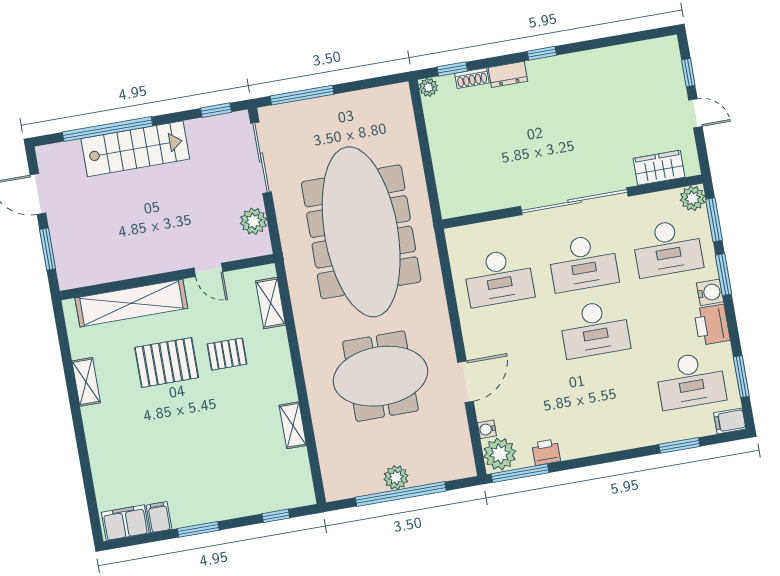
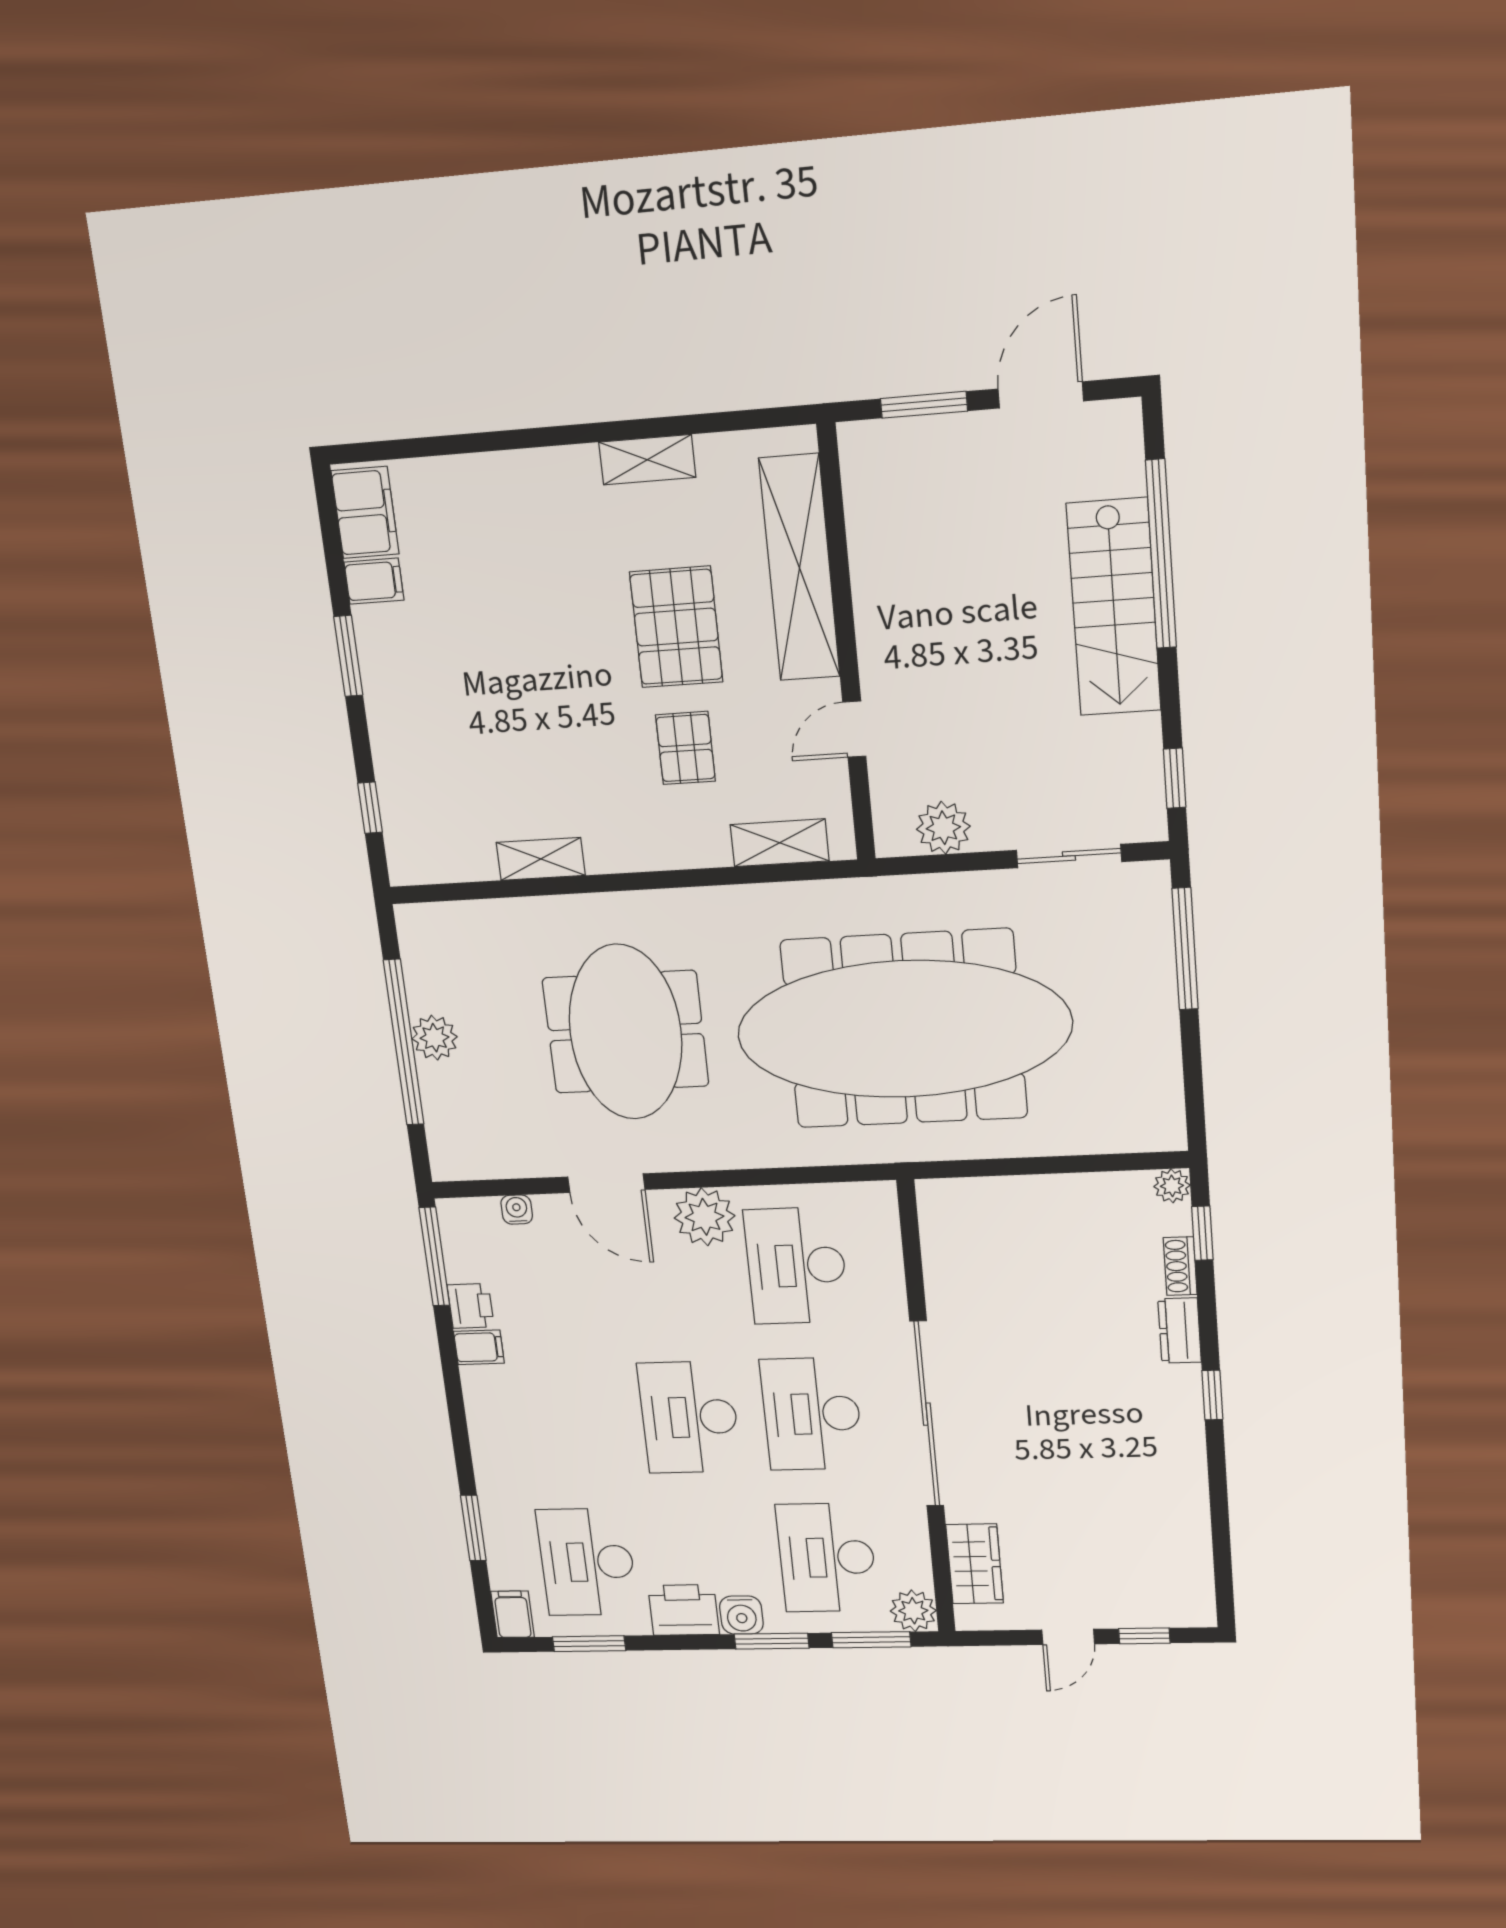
sliding door: (261, 158) -> (1069, 856), width x0.73
filing cabinet: (570, 447) -> (479, 1347), added
plant: (500, 454) -> (704, 1217), moved

